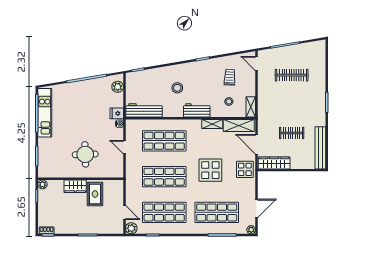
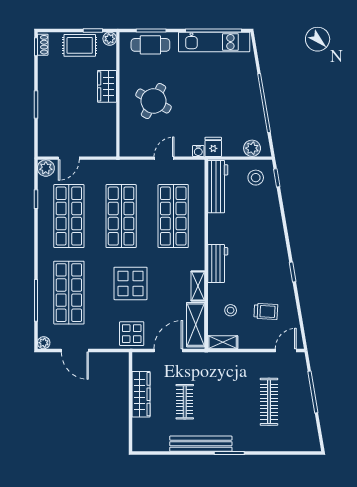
stool: (177, 88) -> (256, 178), moved
bench: (320, 148) -> (201, 444), moved
round table: (85, 154) -> (153, 101), turned 31
cafe table: (47, 156) -> (150, 45), added
wardrobe: (274, 163) -> (141, 394), moved
rug: (95, 194) -> (80, 45), moved

